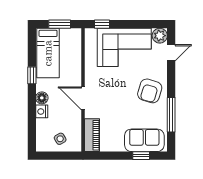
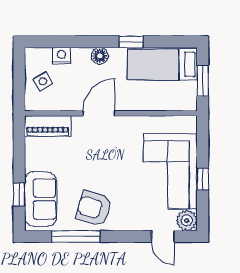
window: (102, 24) -> (203, 179), moved
armchair: (150, 91) -> (94, 208), moved
nightstand: (42, 111) -> (61, 56), moved

